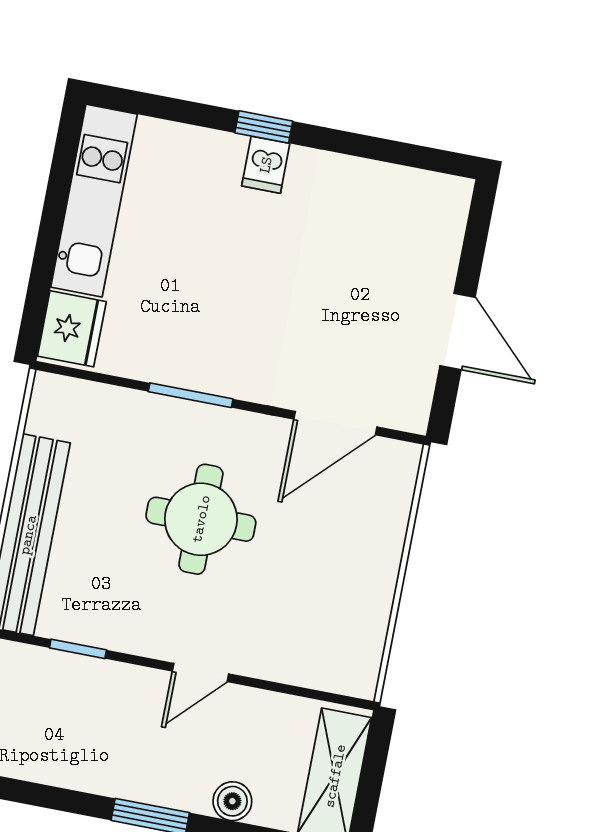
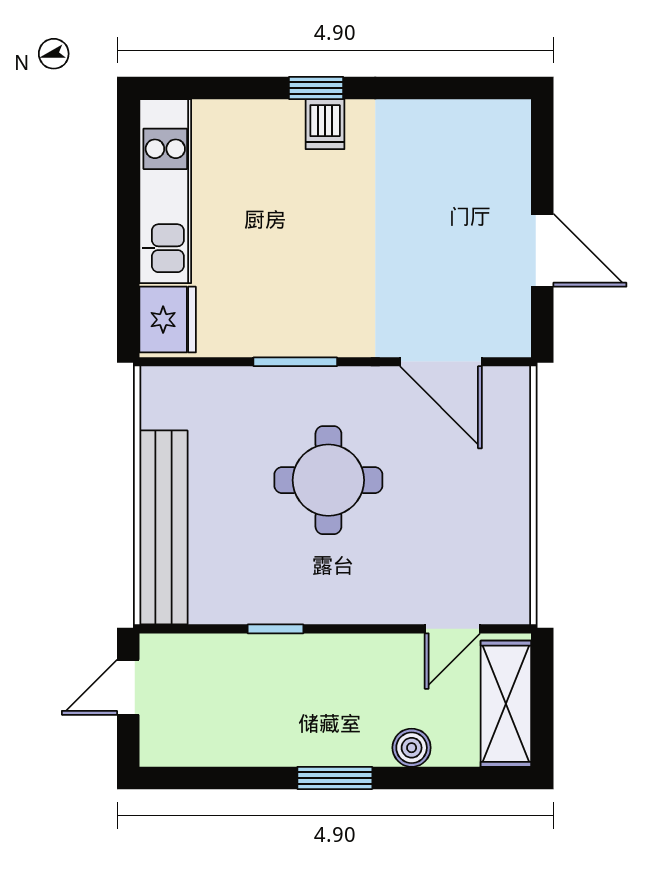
door: (335, 423) -> (441, 362), hinge flipped
window: (78, 649) -> (276, 629), moved
door: (201, 672) -> (452, 629), moved

